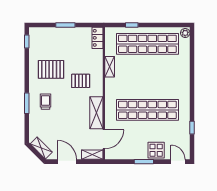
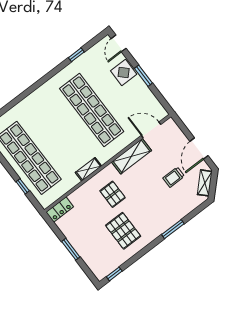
shelving: (110, 67) -> (88, 169), moved
trolley: (45, 102) -> (174, 177), moved
shelving: (92, 155) -> (174, 130), removed

